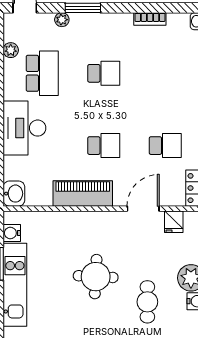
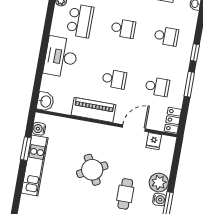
school desk: (165, 73) -> (166, 36), added
round table: (96, 277) -> (92, 170), turned -31

